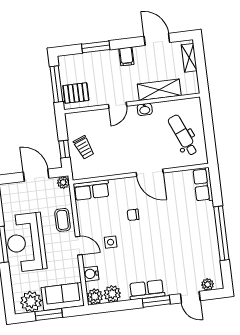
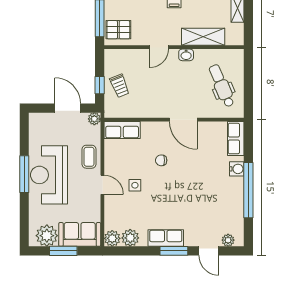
water cooler: (91, 274) -> (237, 169), moved, turned 180

